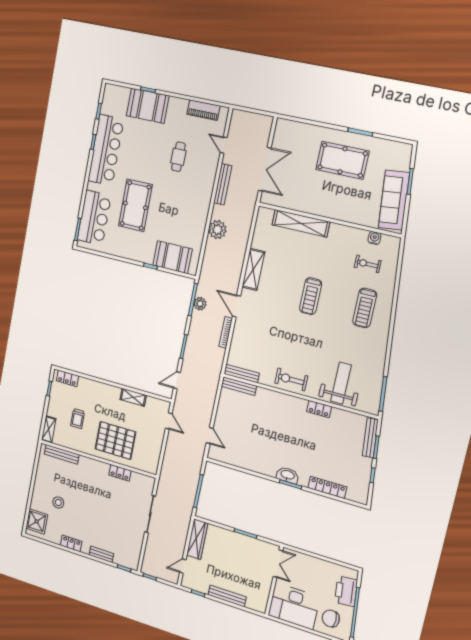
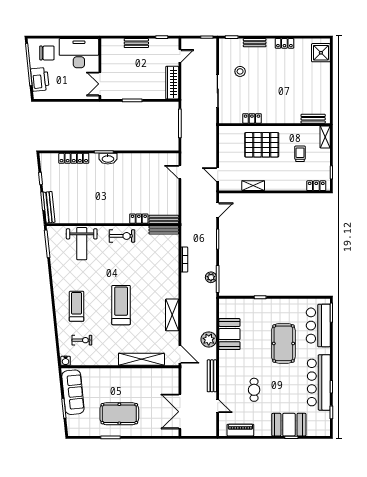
double door: (265, 169) -> (180, 412), moved
water cooler: (374, 238) -> (66, 361), moved
booth: (173, 257) -> (229, 334), moved, turned 90
treadmill: (311, 296) -> (121, 305), width x1.37, depth x1.38
door: (236, 306) -> (180, 354), moved
locker: (319, 409) -> (139, 219), moved
bench: (62, 454) -> (313, 119), width x0.73
stool: (58, 502) -> (240, 71), moved
bench: (227, 596) -> (136, 43), width x0.73

